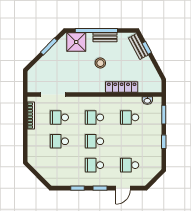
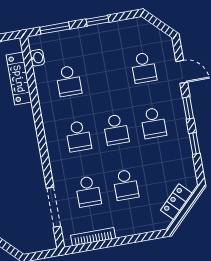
locker: (122, 87) -> (19, 79), moved
locker: (43, 171) -> (176, 202), added

